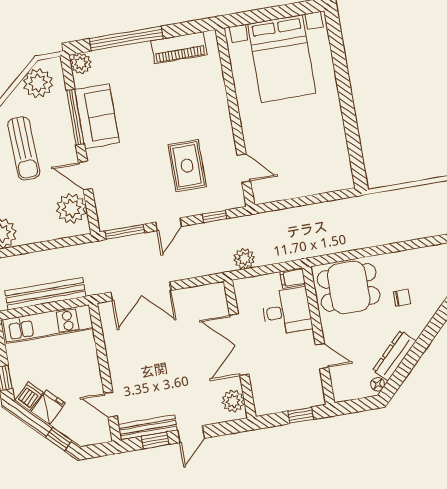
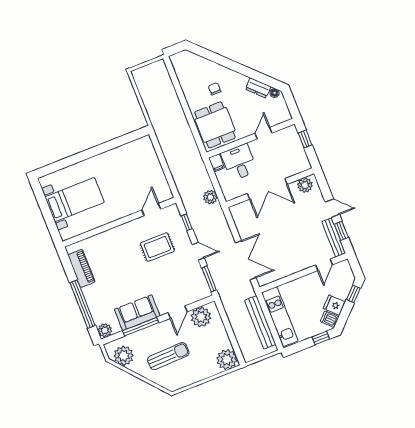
bed with nightstands: (282, 59) -> (75, 200), width x0.73
dresser: (394, 356) -> (258, 88), width x0.70

